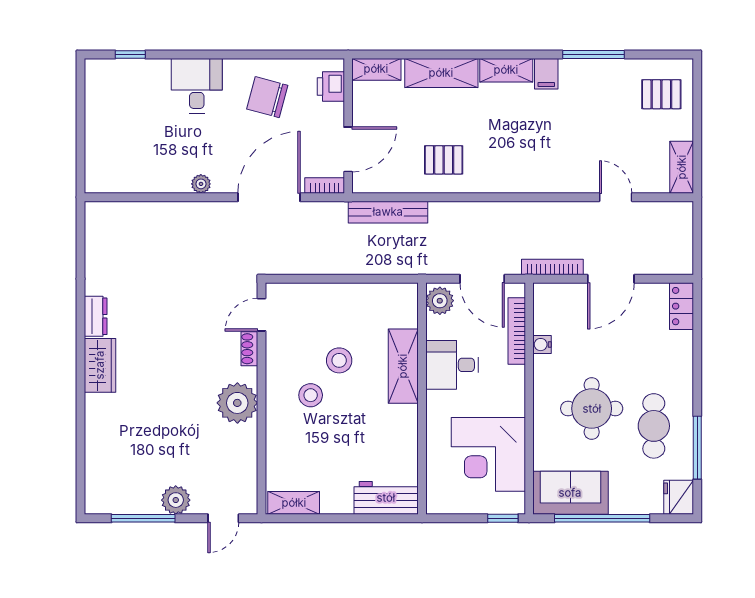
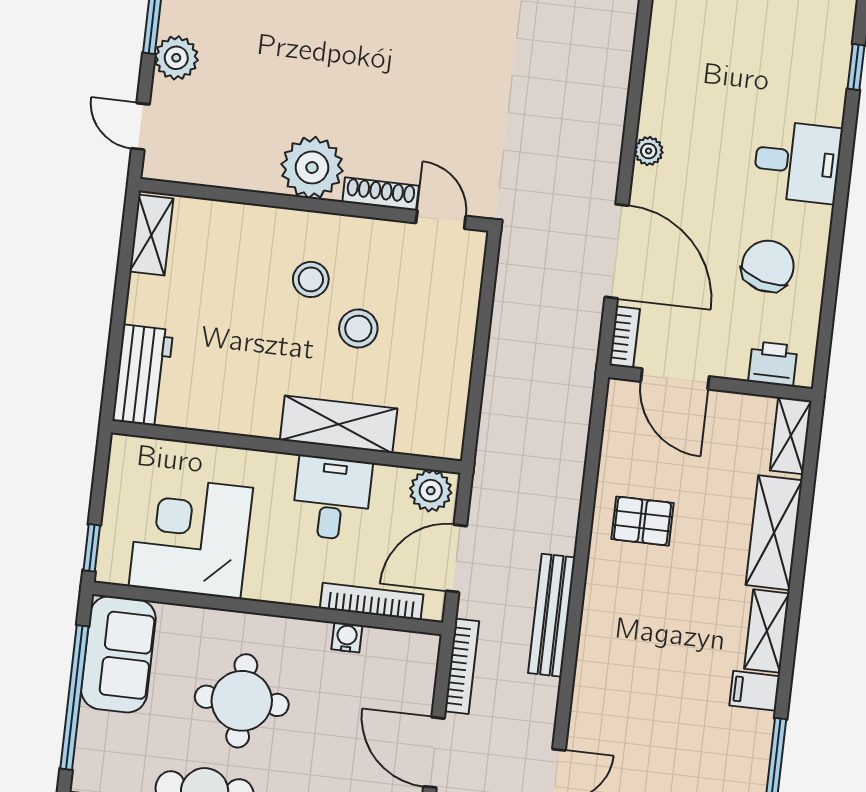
pallet: (444, 160) -> (642, 521), turned 90
bench: (388, 212) -> (552, 615), moved
shoe rack: (249, 349) -> (381, 194), width x1.43

